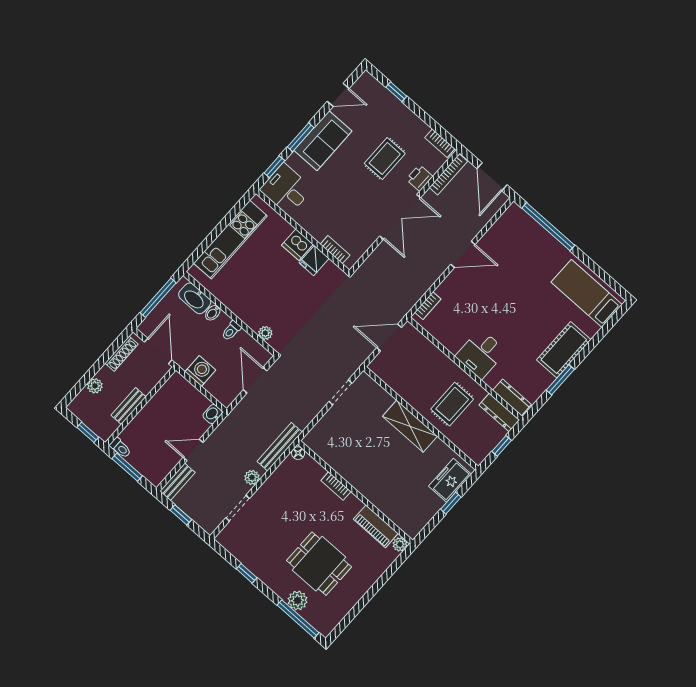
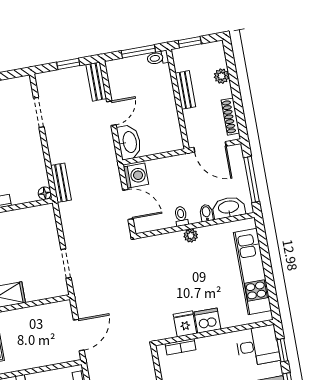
plant: (265, 333) -> (191, 236), moved
washing machine: (200, 371) -> (136, 176), moved, turned -90
washbasin: (213, 414) -> (129, 142), width x1.91, depth x1.45
bench: (280, 447) -> (61, 183), width x0.73
plant: (252, 477) -> (54, 142), removed

